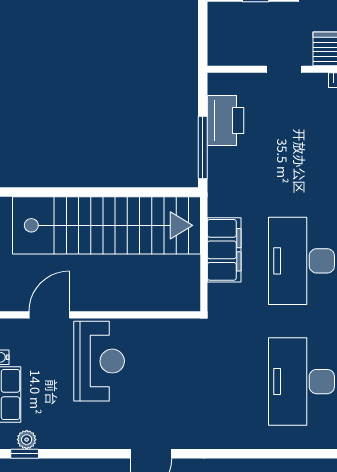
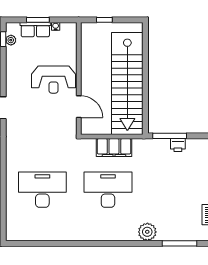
printer: (225, 121) -> (178, 145), width x0.53, depth x0.68
door: (49, 315) -> (79, 107), moved

